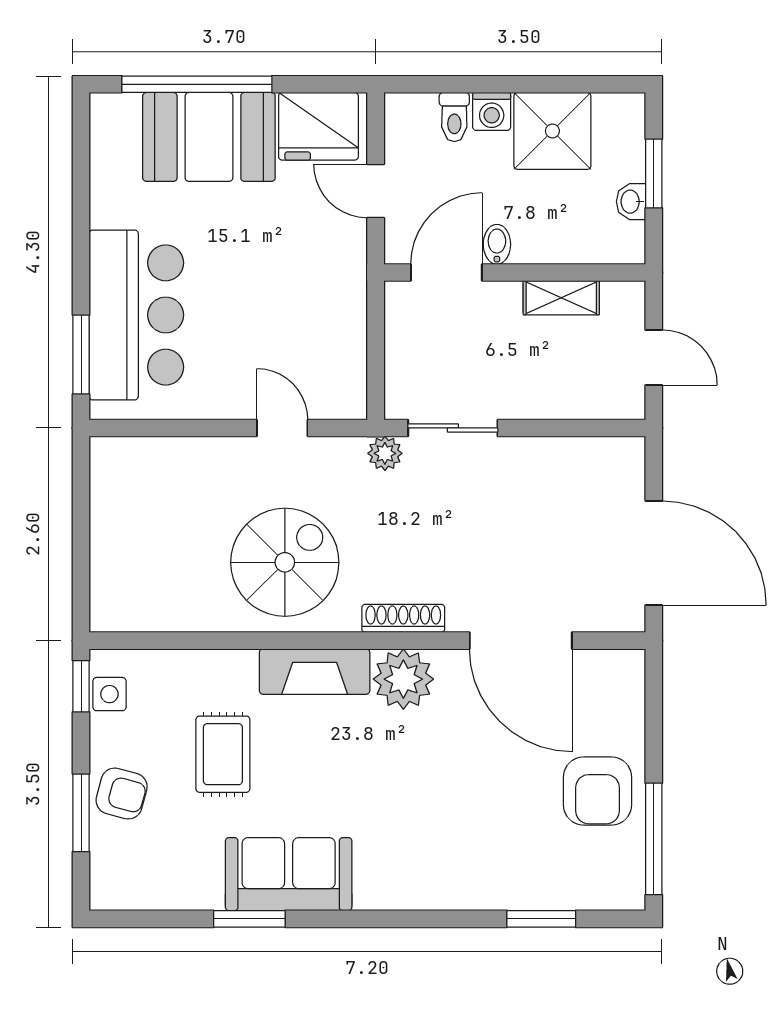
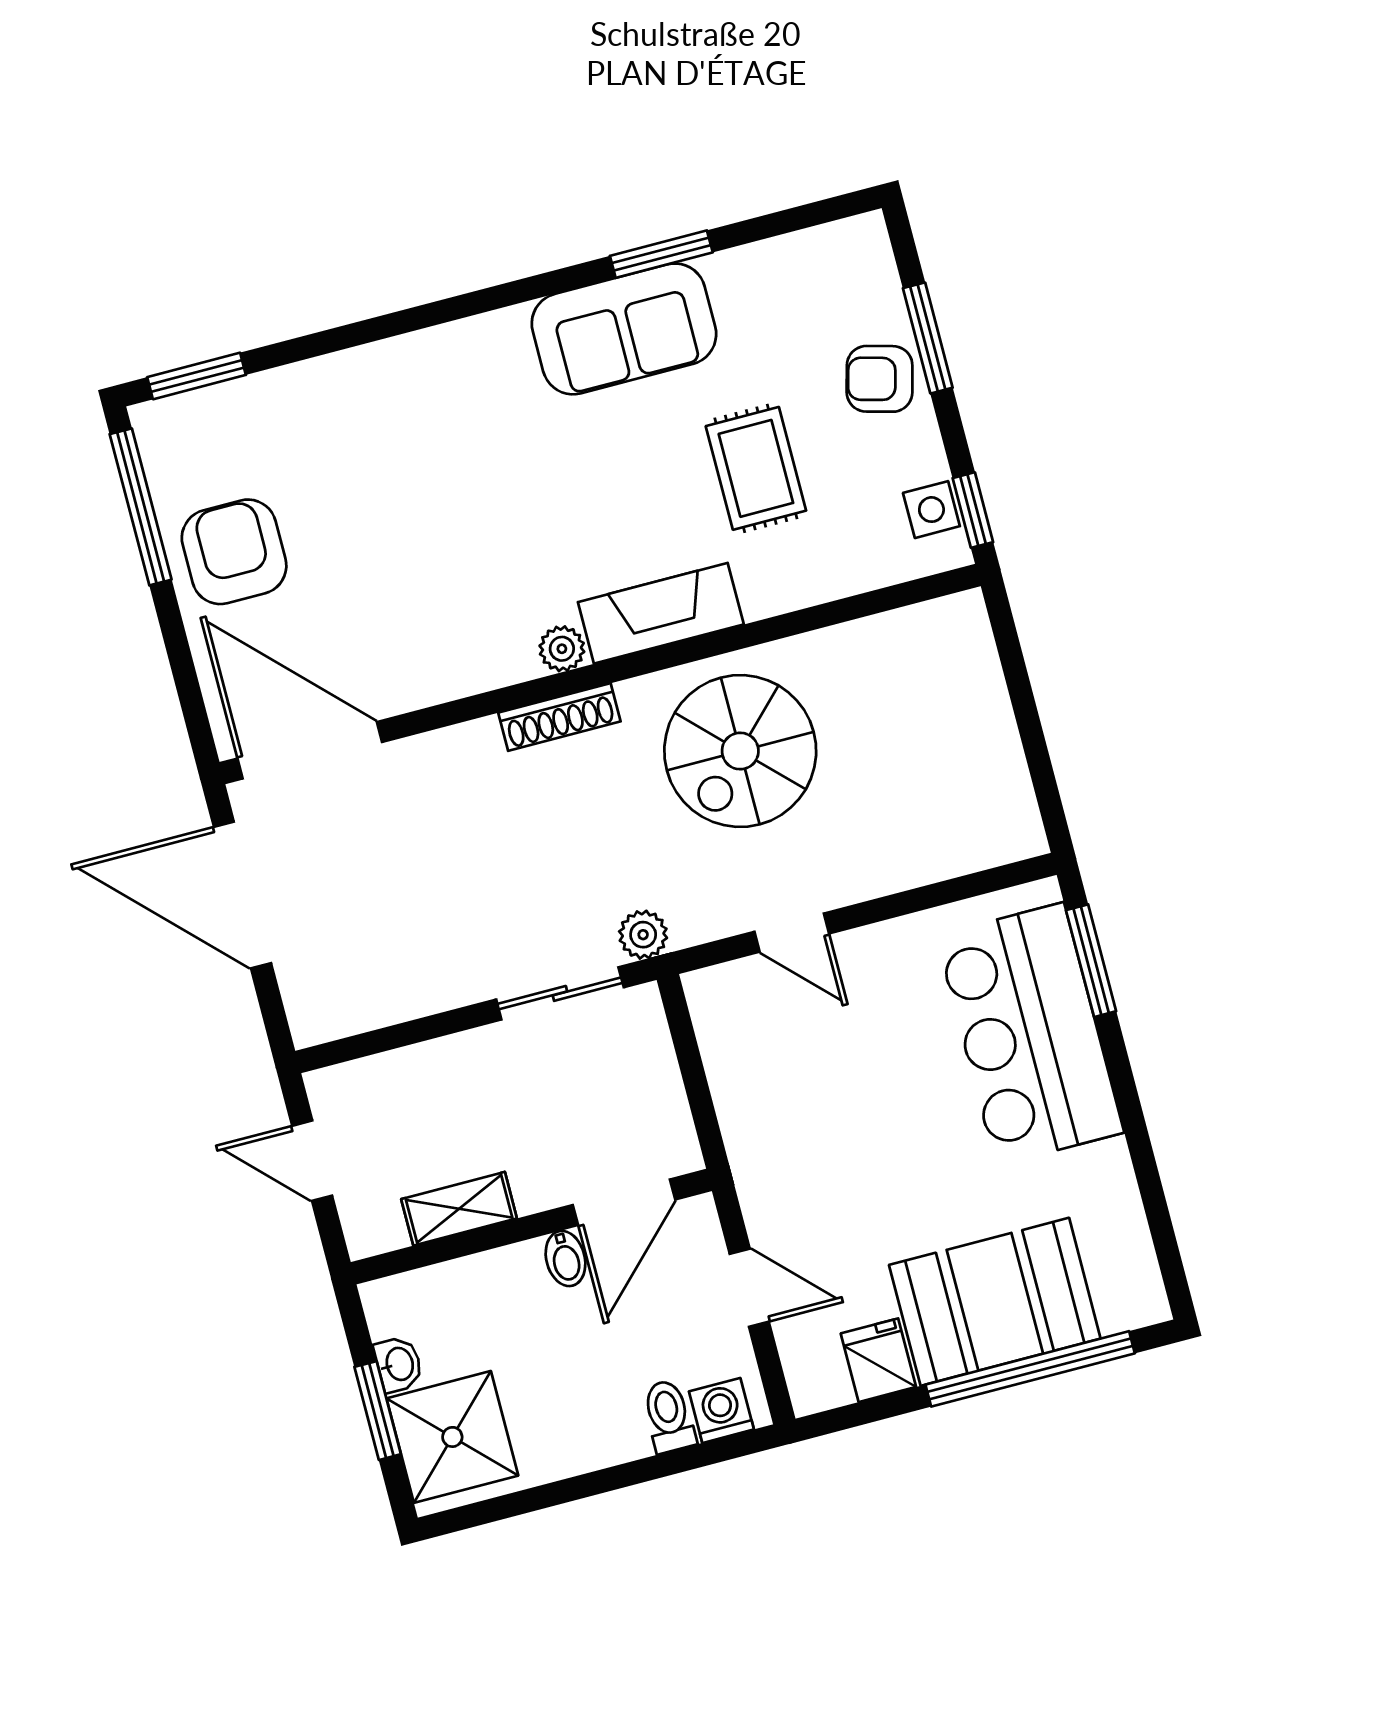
washing machine: (492, 111) -> (721, 1410), moved
fridge: (318, 126) -> (878, 1360), width x0.53, depth x0.75
shower: (552, 131) -> (452, 1437), moved
door: (521, 641) -> (310, 750), moved
plant: (403, 679) -> (562, 649), width x0.53, depth x0.53
window: (541, 919) -> (197, 376), moved

